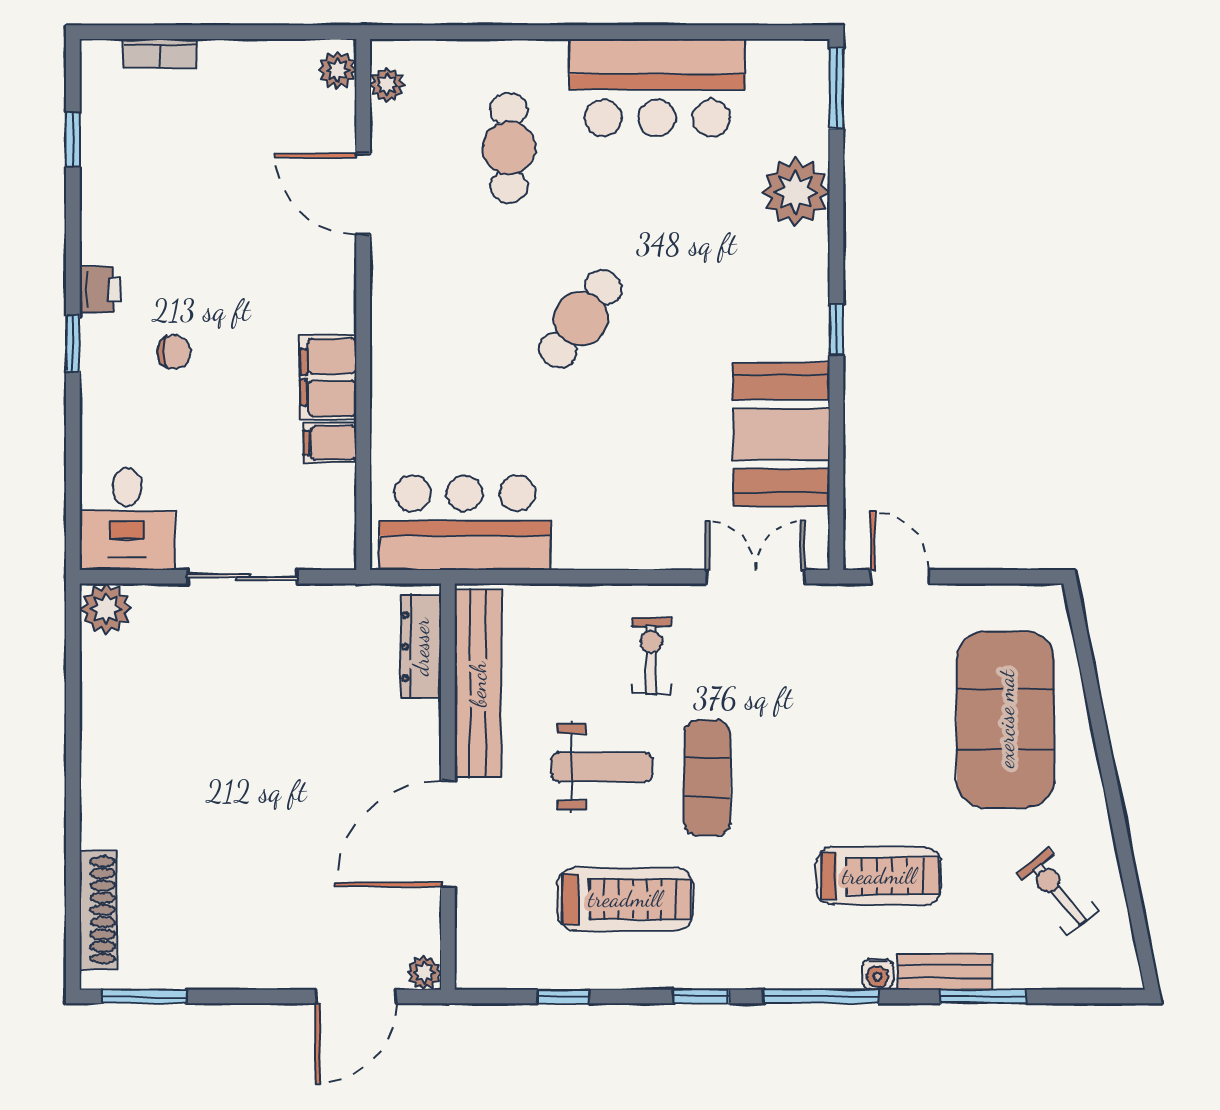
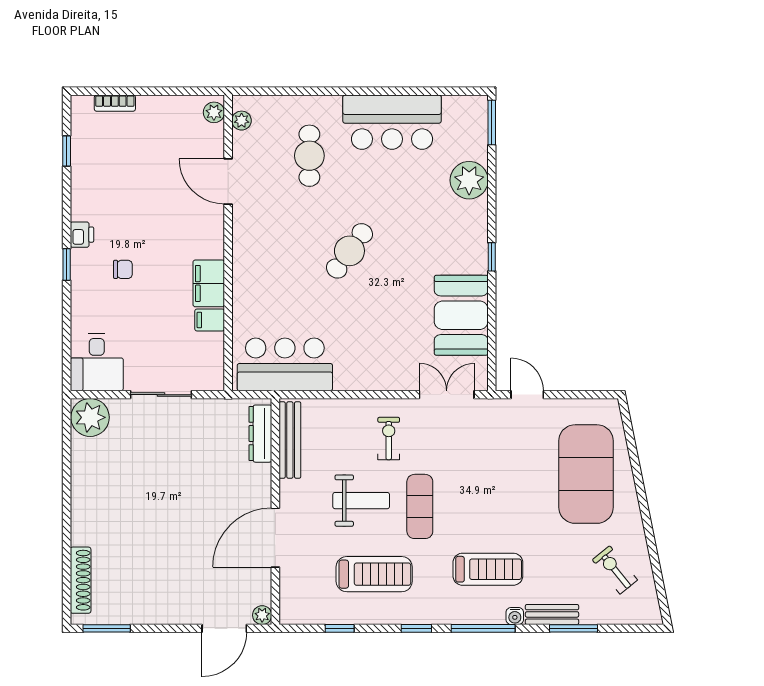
plant: (106, 609) -> (90, 417), width x1.36, depth x1.36
bench: (478, 684) -> (290, 440), width x0.73, depth x0.82
treadmill: (879, 876) -> (488, 569), moved

